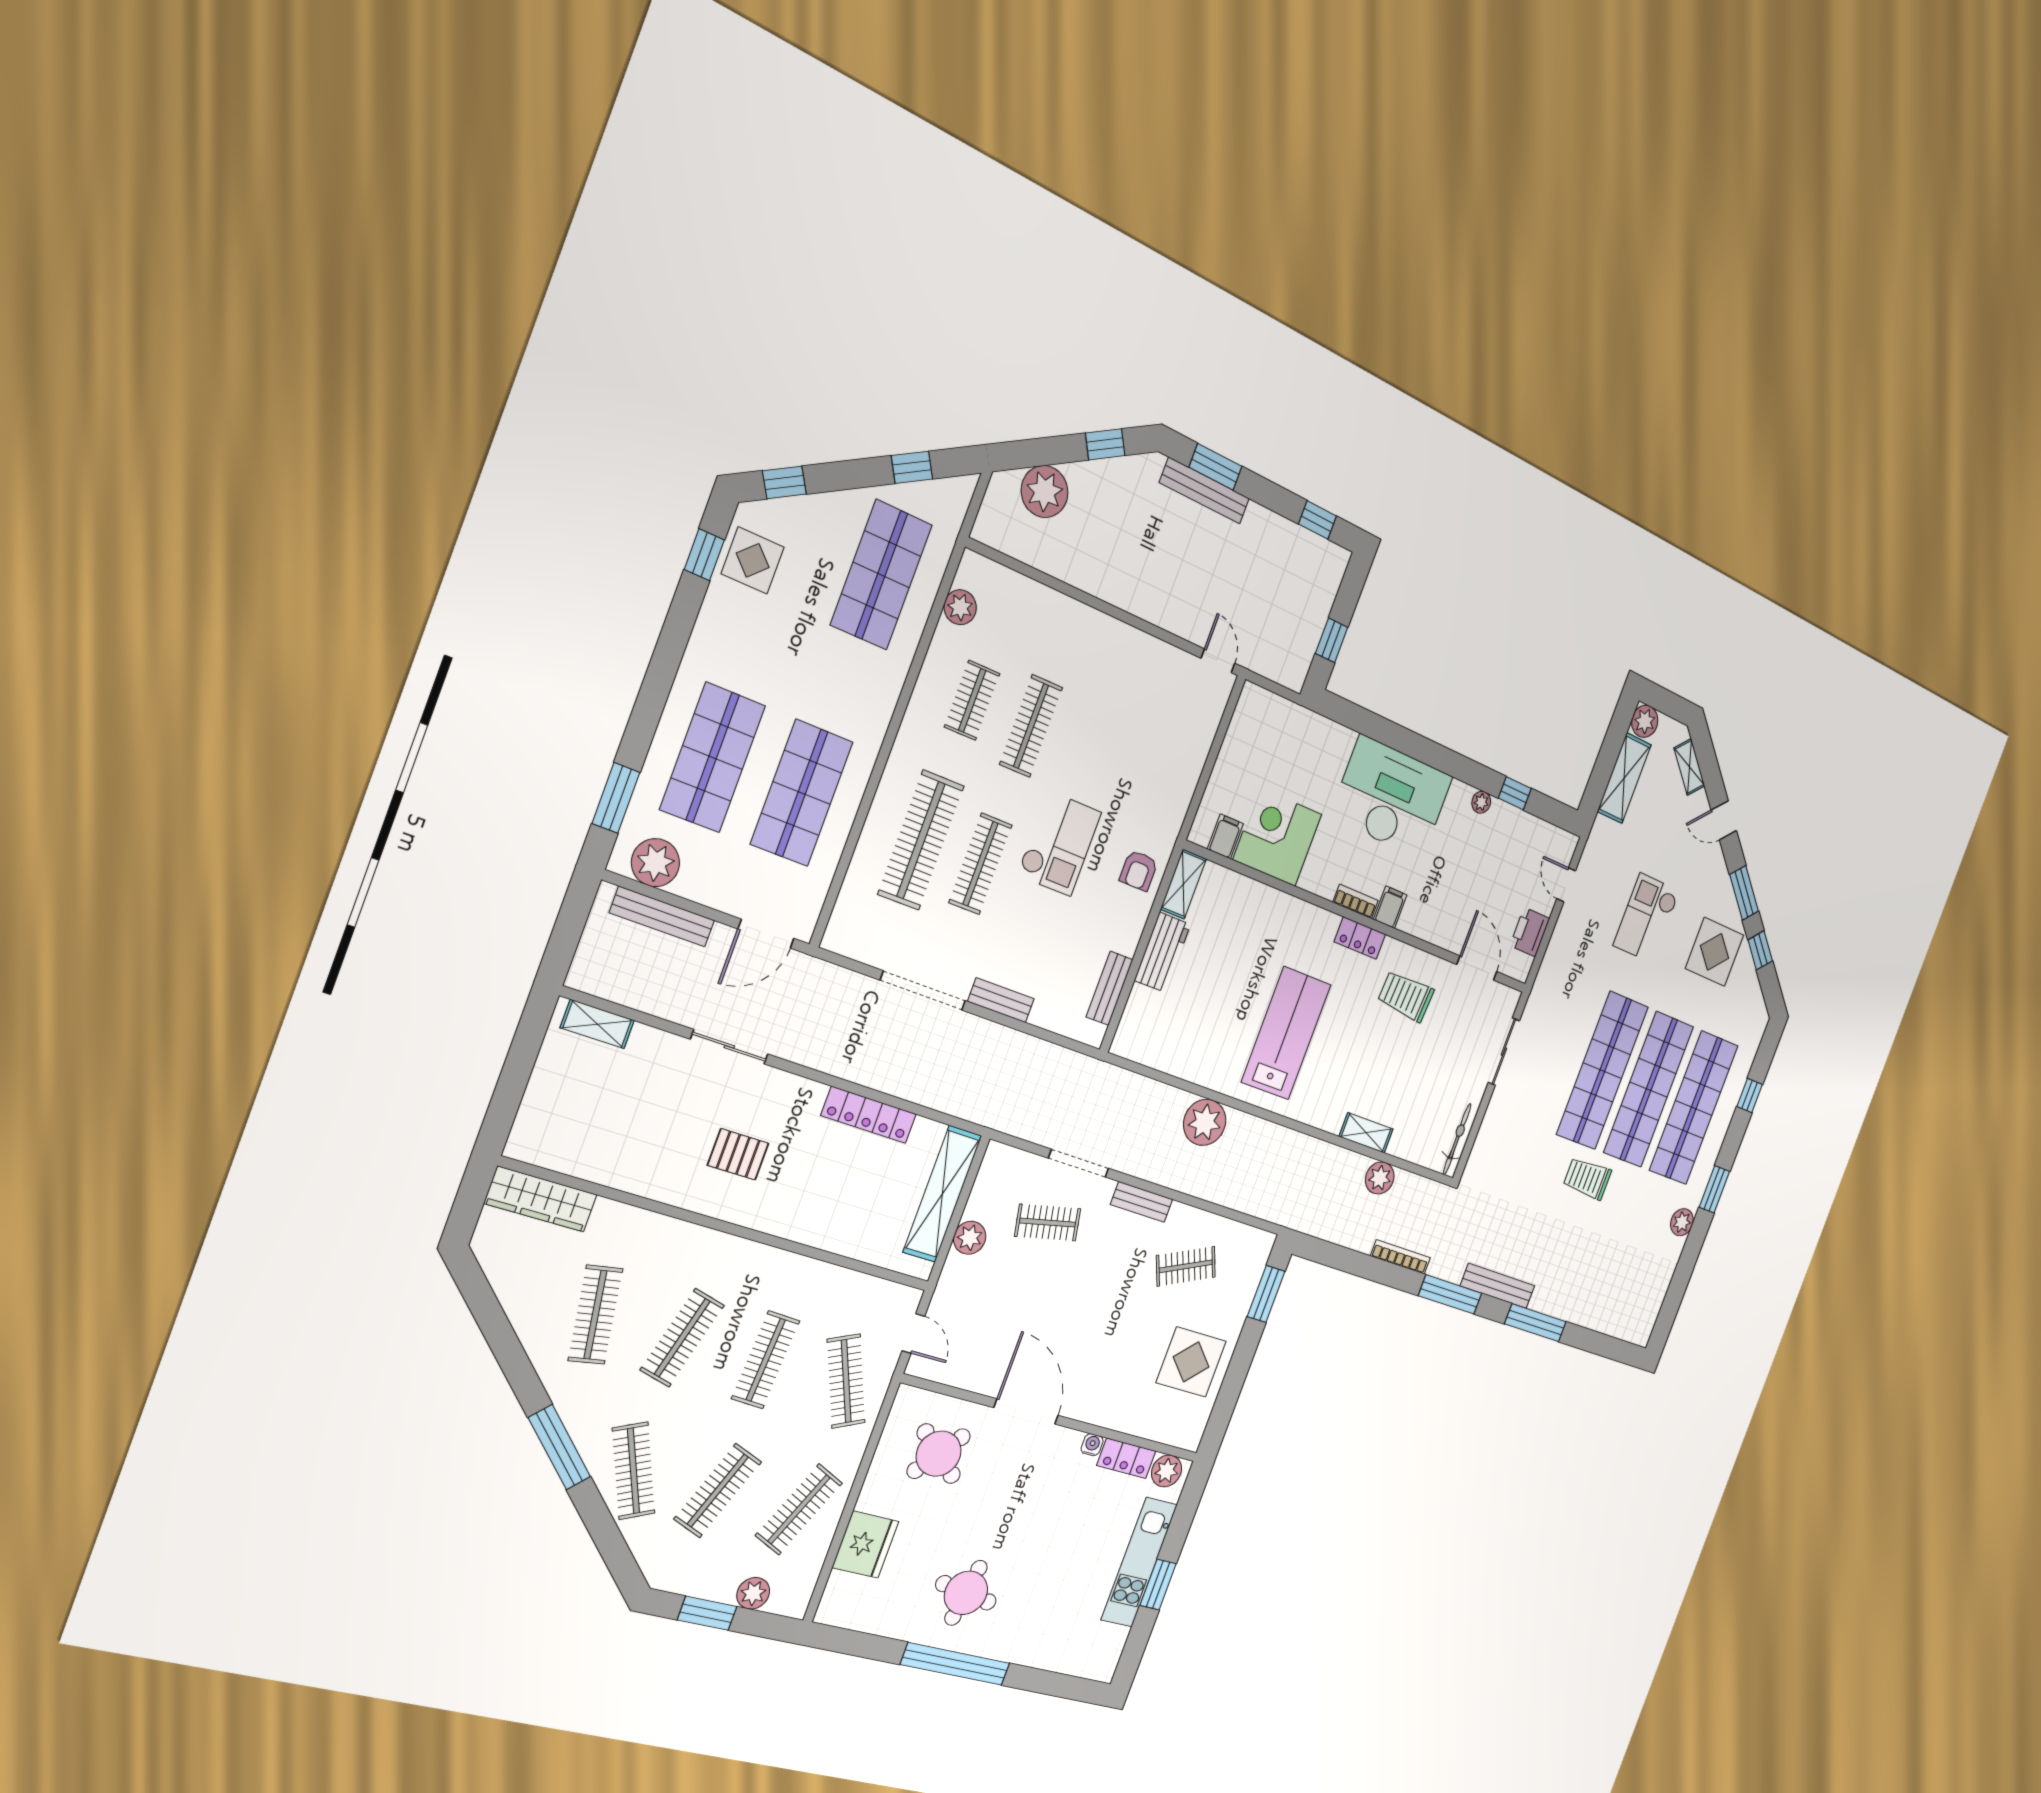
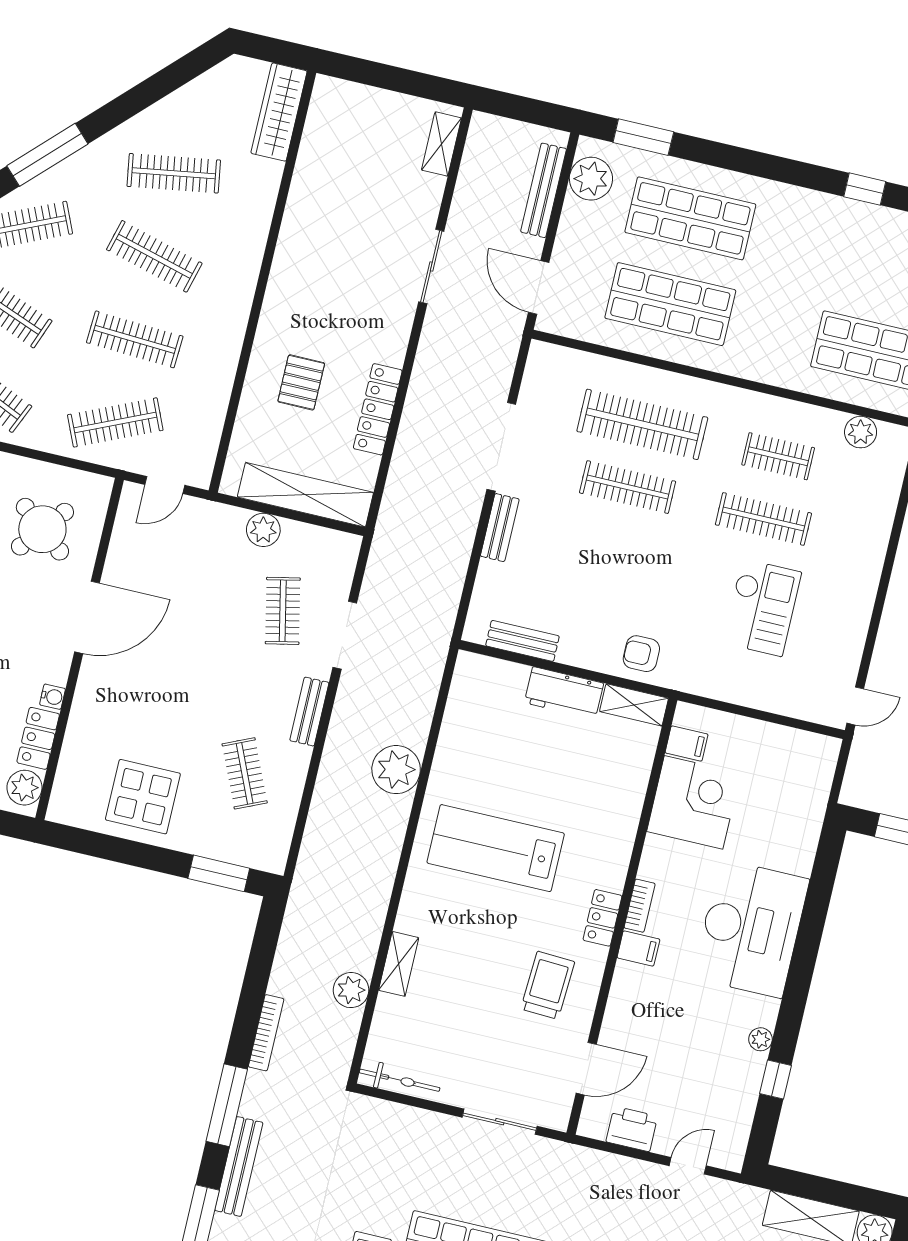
display table: (753, 560) -> (868, 233), removed
checkout: (1059, 844) -> (762, 608), moved, turned -90
lab bench: (1286, 1033) -> (496, 848), turned 180
pallet: (738, 1154) -> (301, 382), moved

